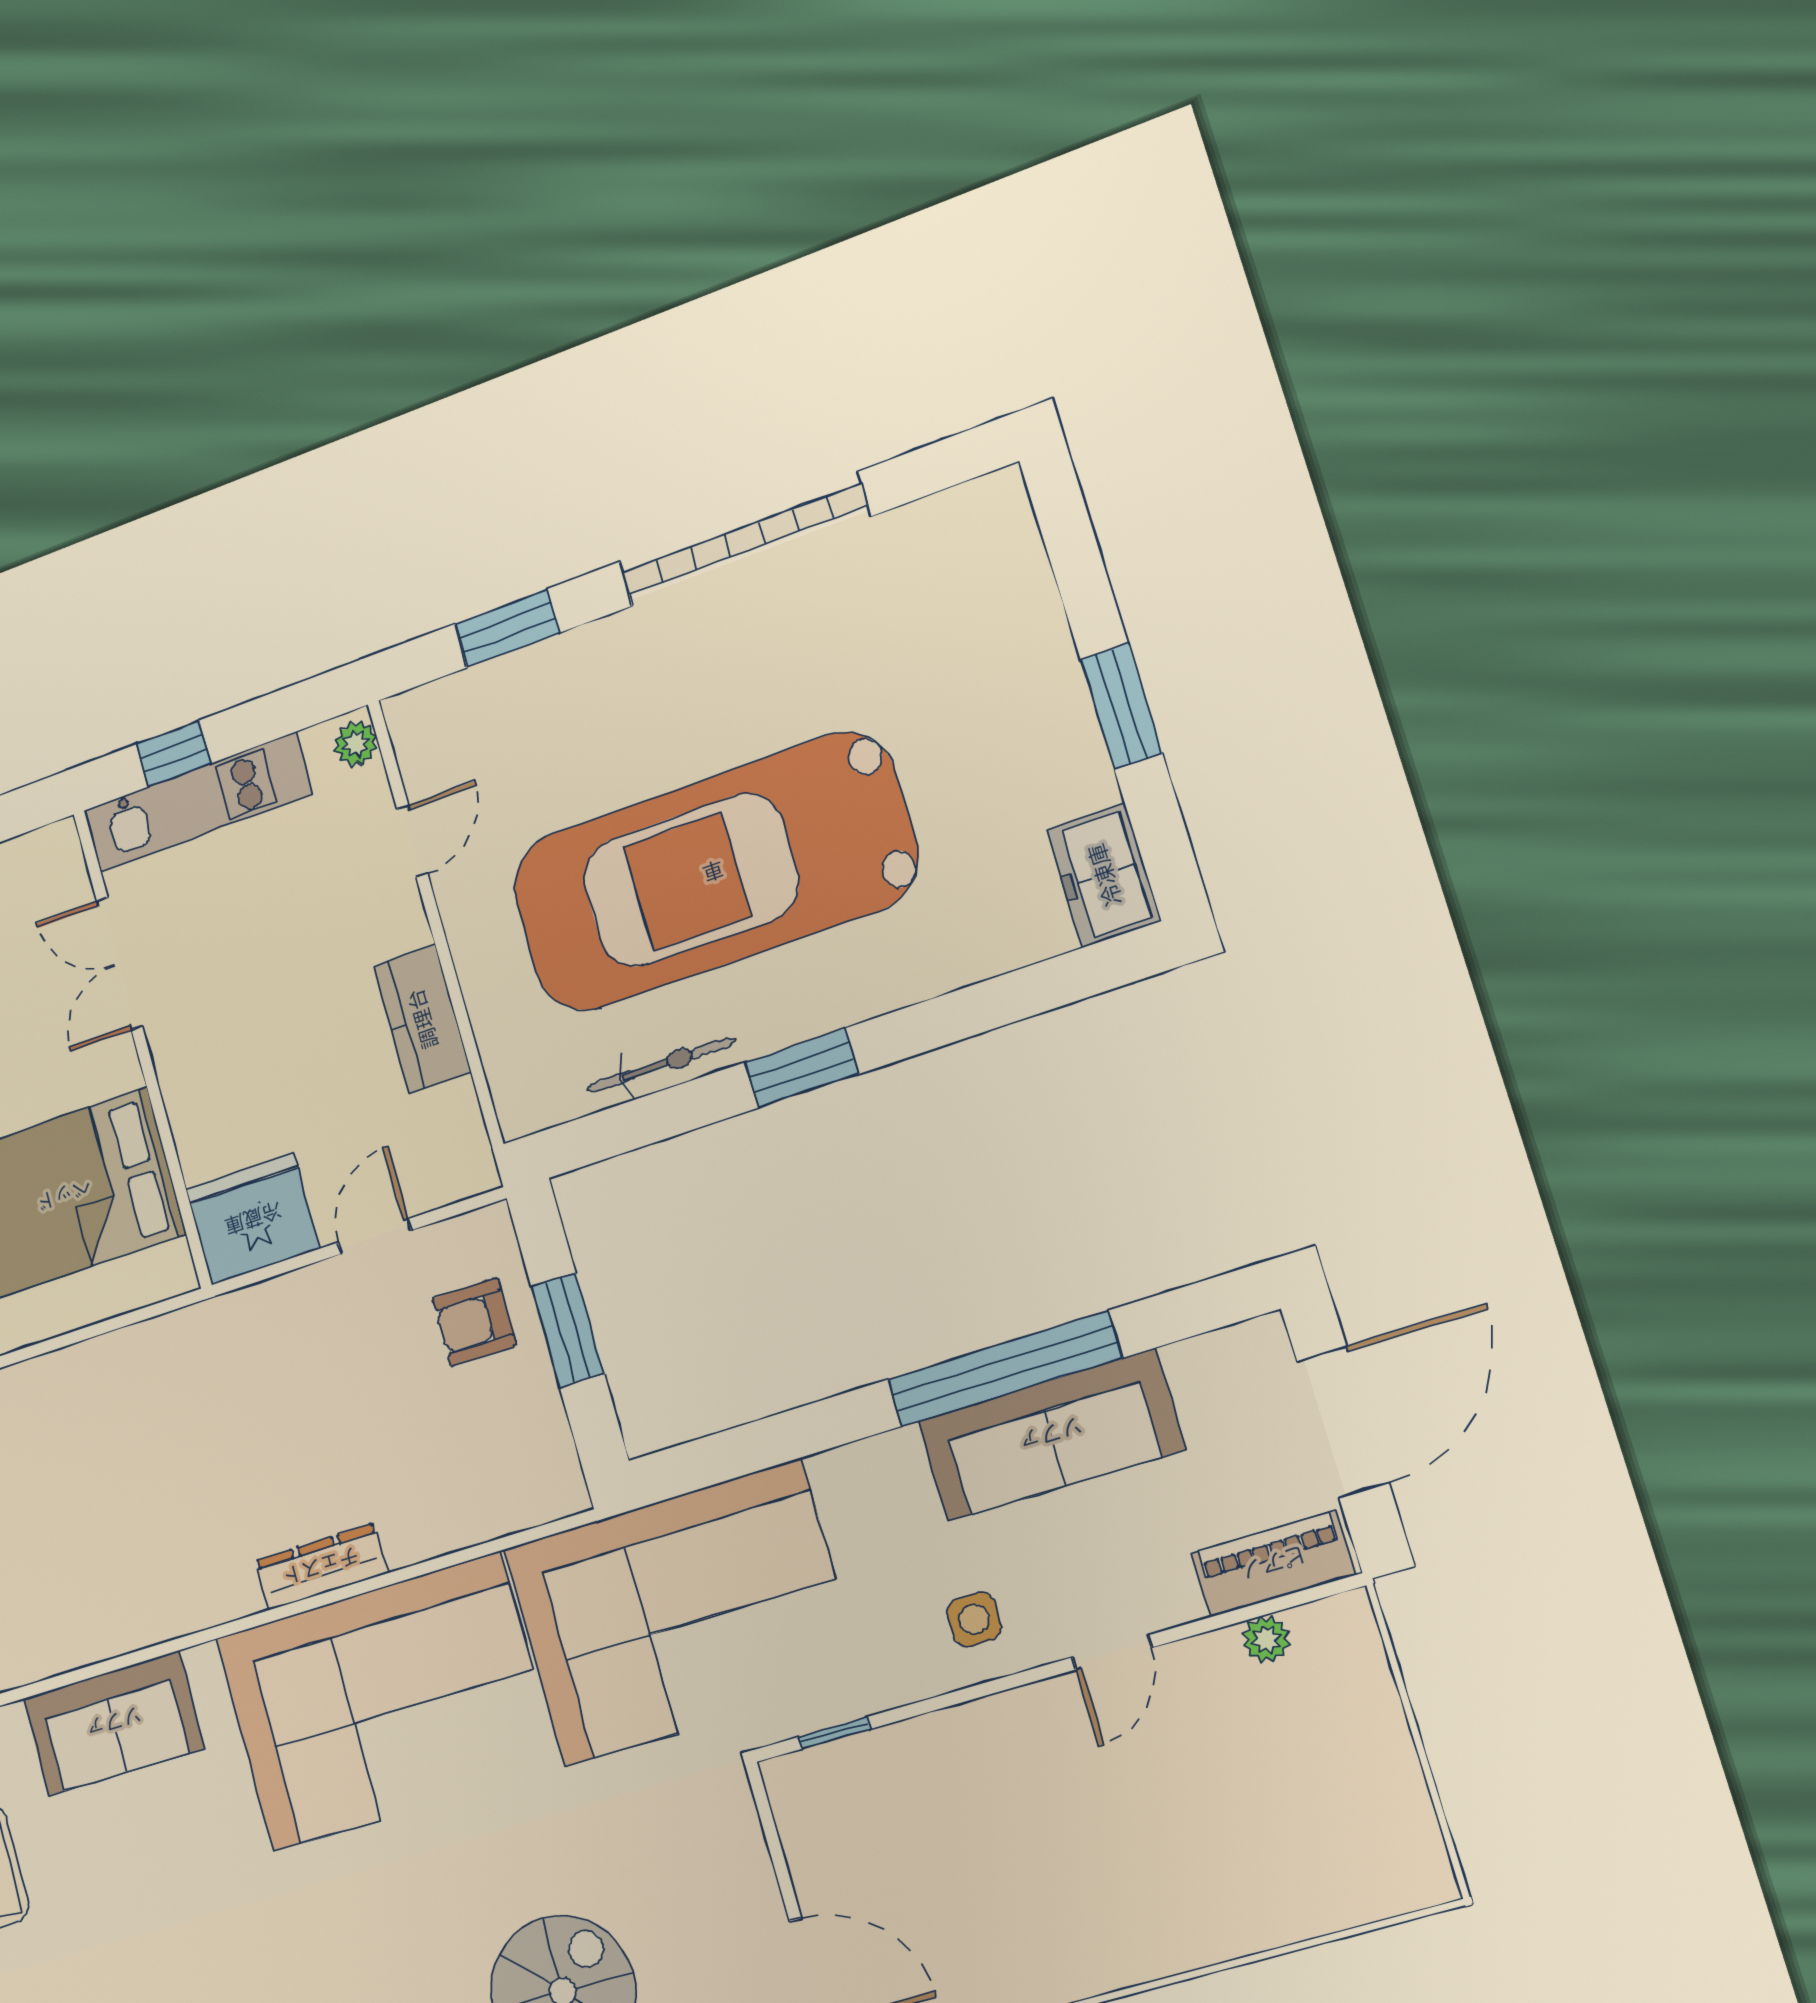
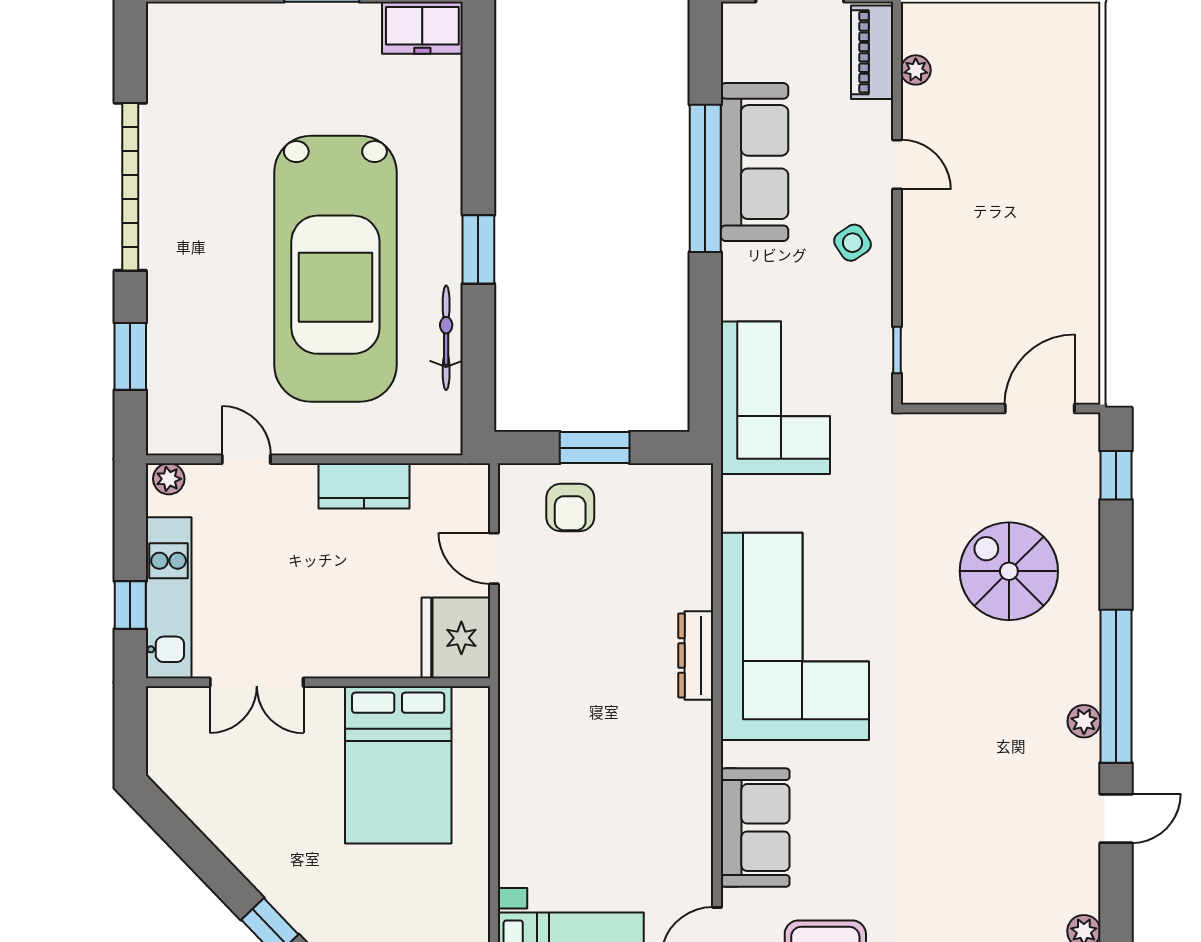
corner sofa: (682, 1613) -> (775, 398), width x0.73, depth x0.74
side table: (974, 1619) -> (852, 243), turned -34

